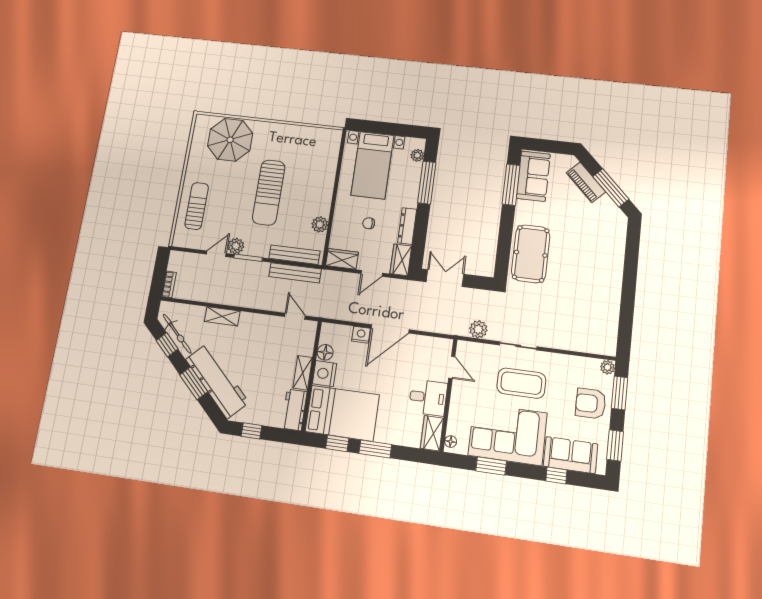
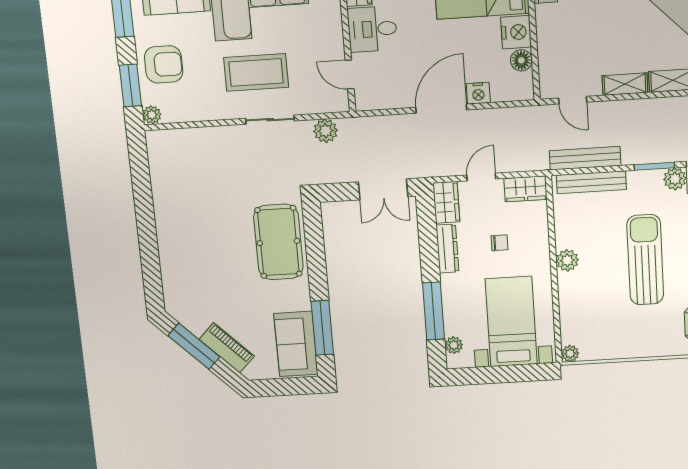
plant: (336, 135) -> (570, 354), added
plant: (320, 224) -> (567, 260), moved
shelving: (303, 373) -> (625, 84), moved, turned 90

